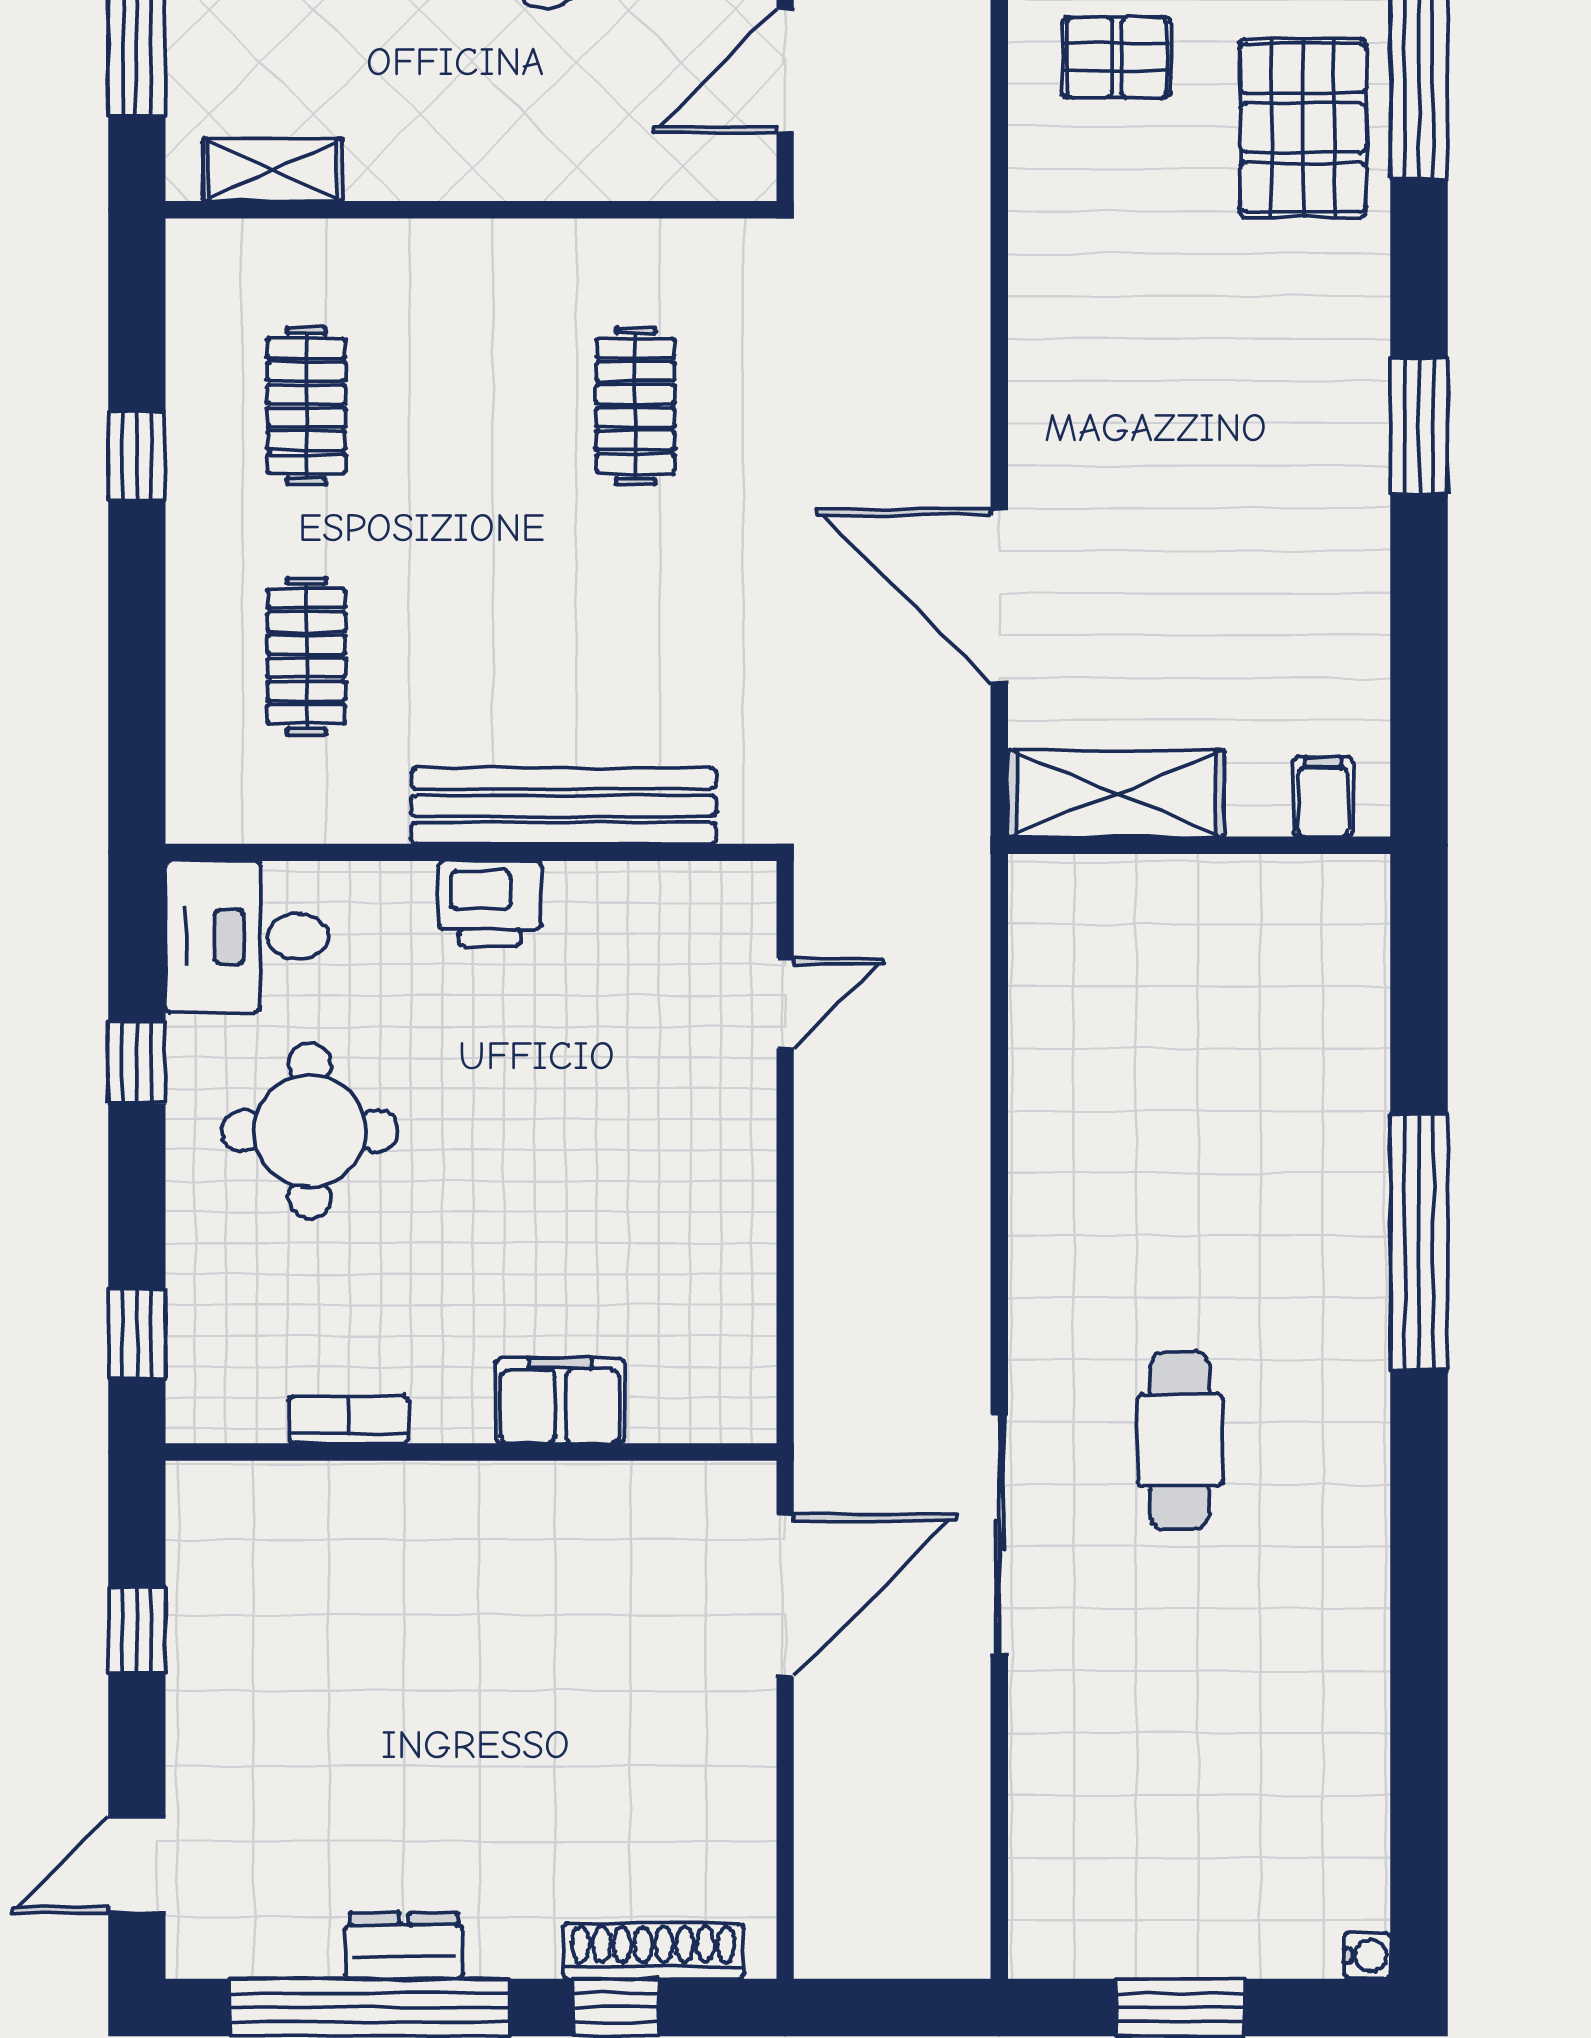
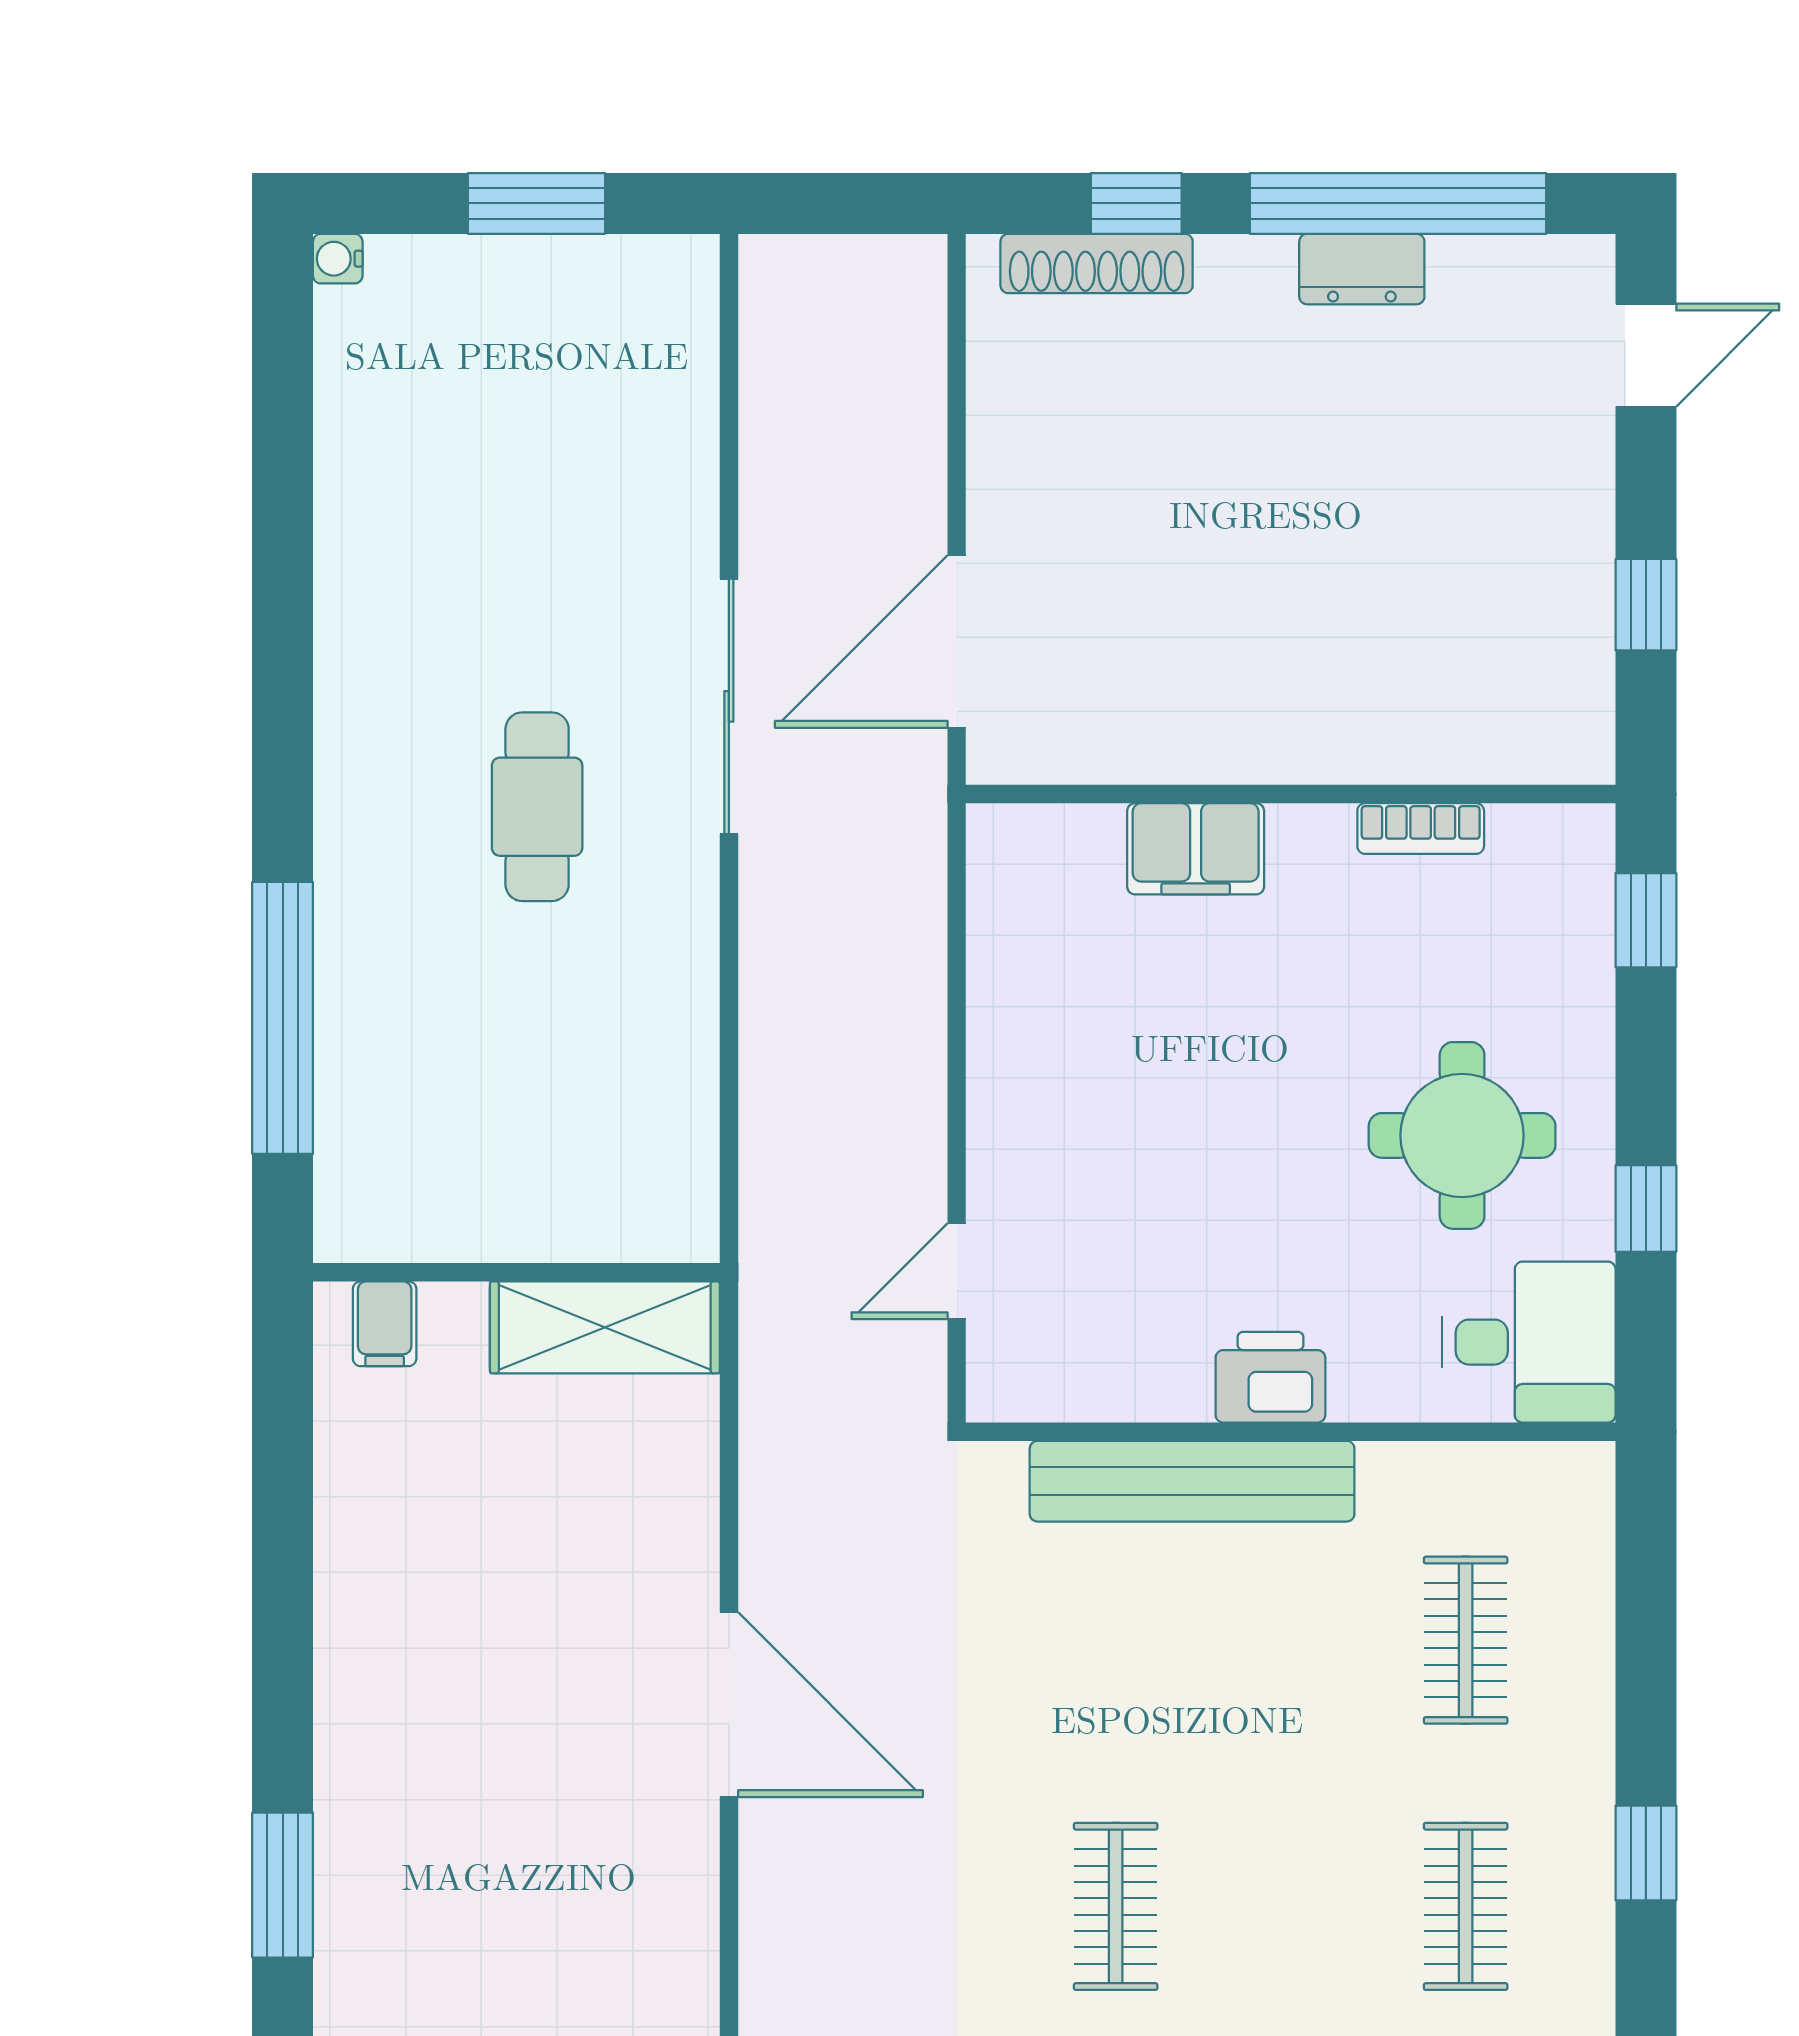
shelving: (1116, 793) -> (605, 1327), moved
filing cabinet: (1323, 797) -> (385, 1324), moved
wall: (1199, 845) -> (516, 1272), moved

